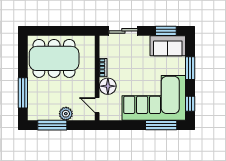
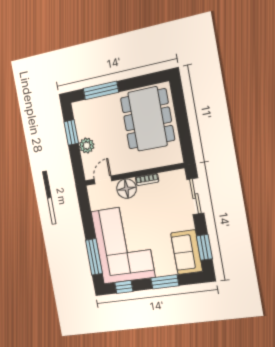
window: (52, 125) -> (71, 132), width x0.69

